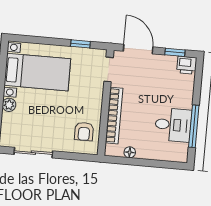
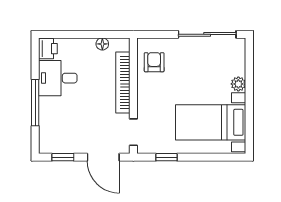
printer: (187, 65) -> (48, 49), moved, turned 90
window: (194, 126) -> (35, 103), moved
sliding door: (33, 153) -> (207, 34), width x1.37

